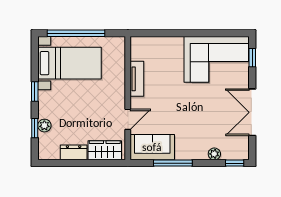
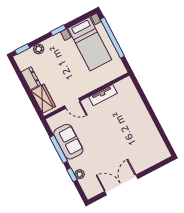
window: (252, 58) -> (158, 166), removed
corner sofa: (216, 59) -> (144, 142), removed
window: (35, 128) -> (22, 49), moved
sofa: (152, 147) -> (68, 142), moved
window: (235, 163) -> (72, 175), moved

